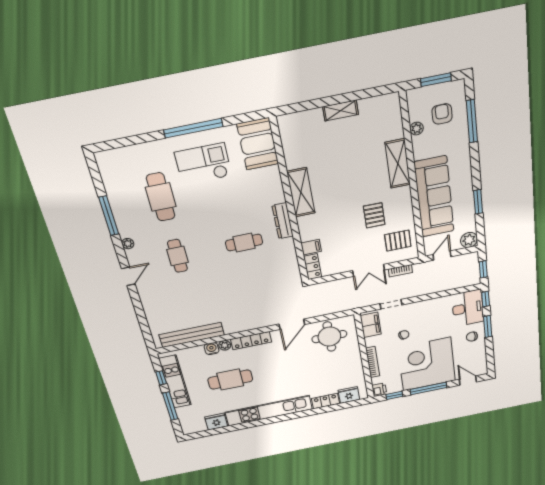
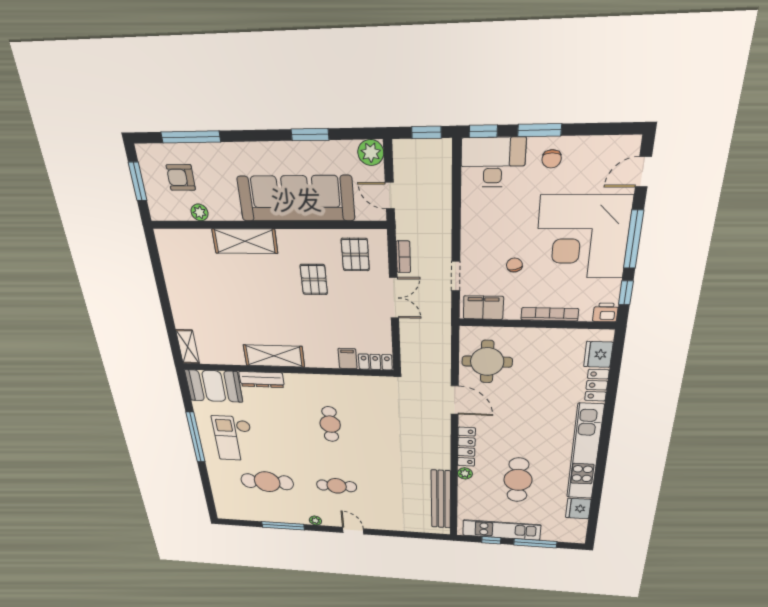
shelving: (340, 111) -> (188, 347), moved
pallet: (374, 215) -> (314, 279), turned 90
dresser: (283, 221) -> (262, 380), moved
water cooler: (212, 349) -> (466, 487), removed

